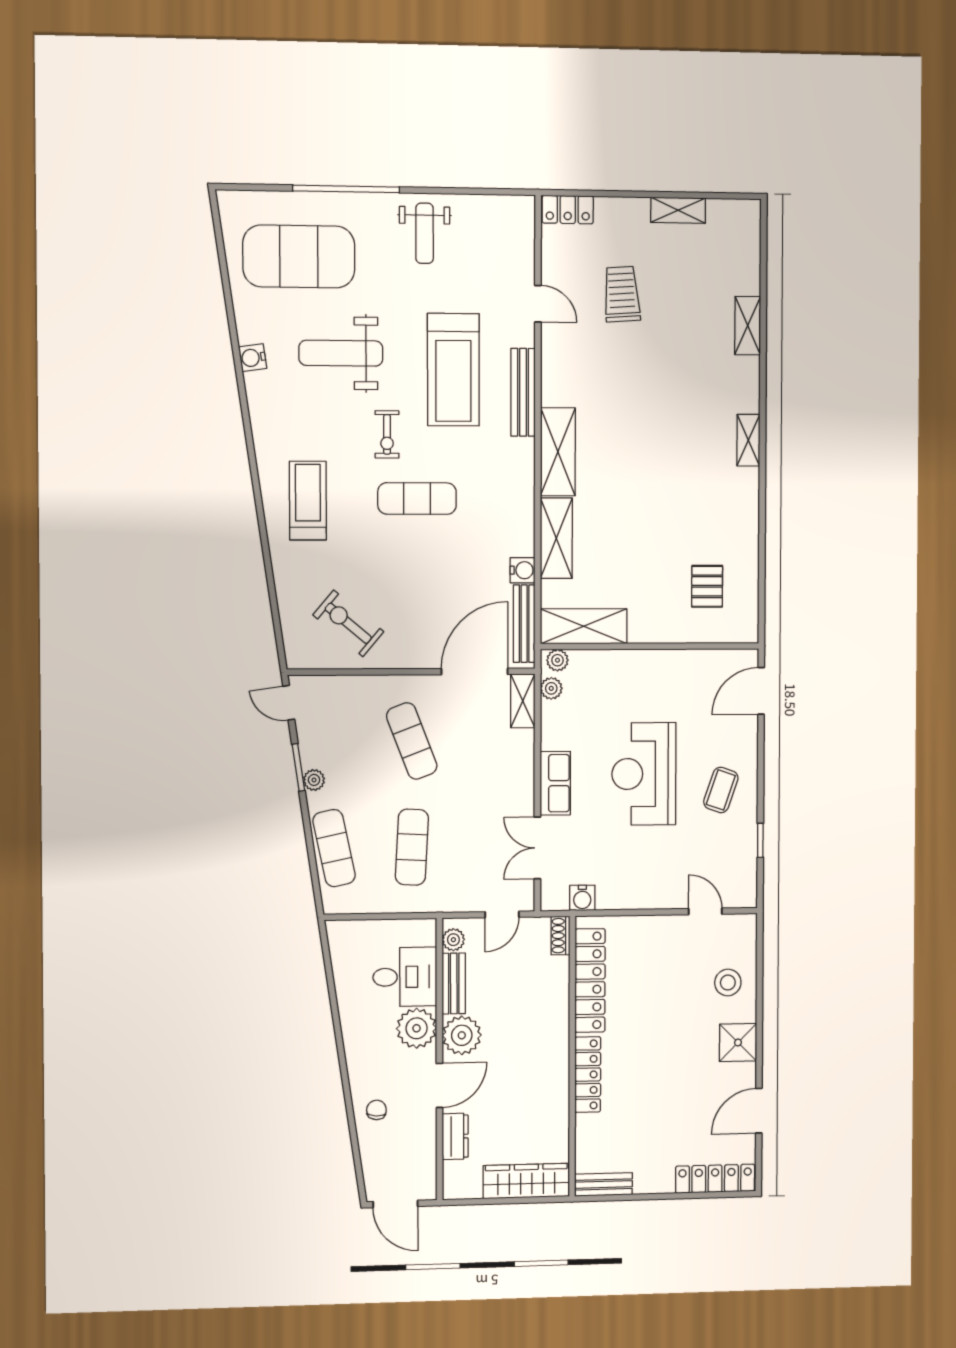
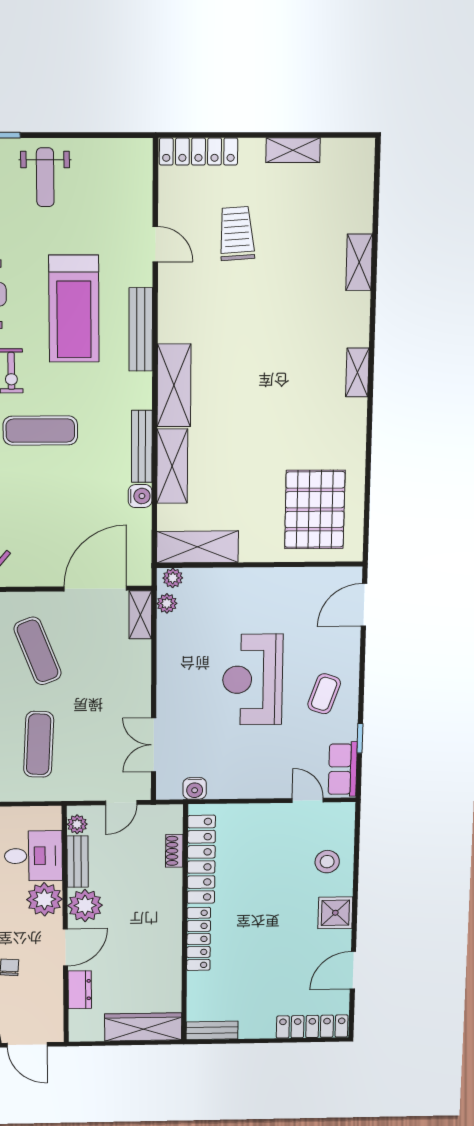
locker: (568, 210) -> (198, 151), width x1.53
pallet: (707, 586) -> (315, 510), width x2.05, depth x2.00
bench: (524, 624) -> (142, 446), moved
row of seats: (555, 783) -> (343, 769), moved, turned 180
shoe rack: (560, 936) -> (174, 851), moved

